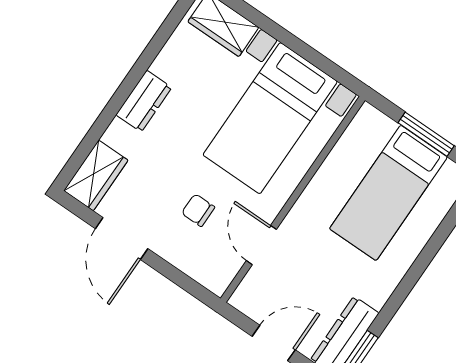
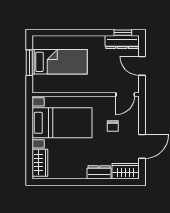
dresser: (144, 101) -> (99, 172), moved
door: (261, 245) -> (125, 95), moved

